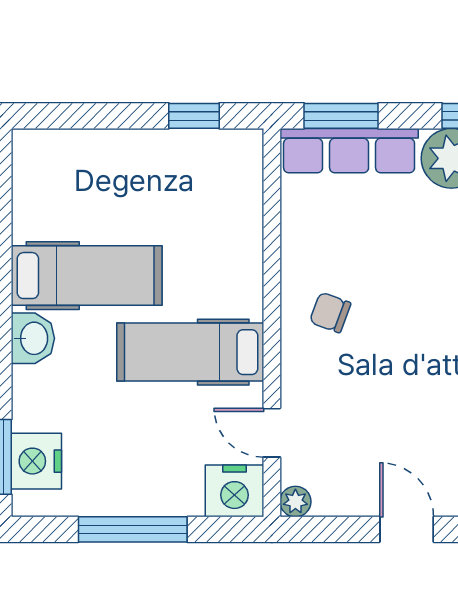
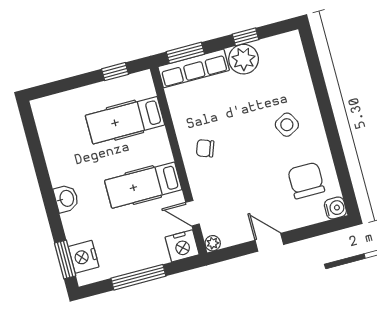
hospital bed: (87, 276) -> (125, 120), moved, turned 180

